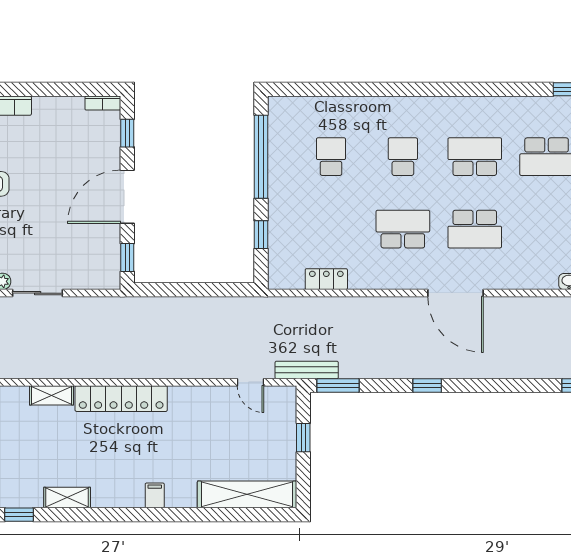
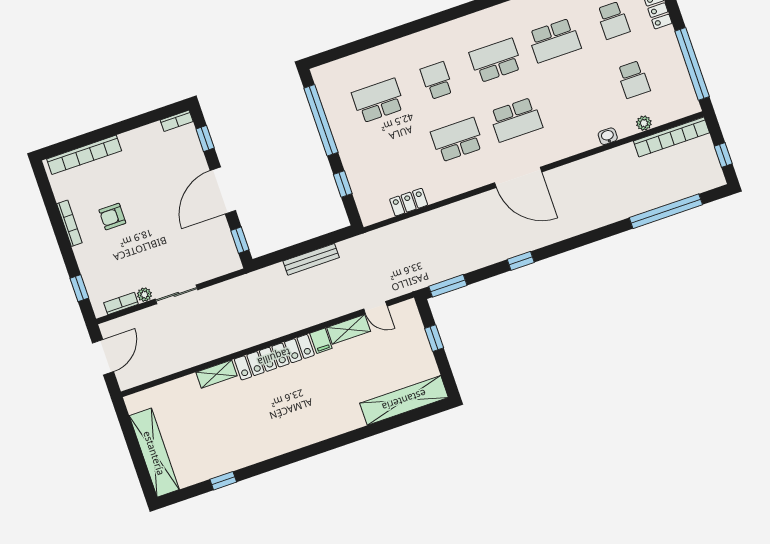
school desk: (331, 157) -> (378, 101), width x1.85
bench: (307, 370) -> (311, 259), moved
filing cabinet: (155, 495) -> (321, 341), moved, turned 180
shelving: (67, 498) -> (349, 329), moved

